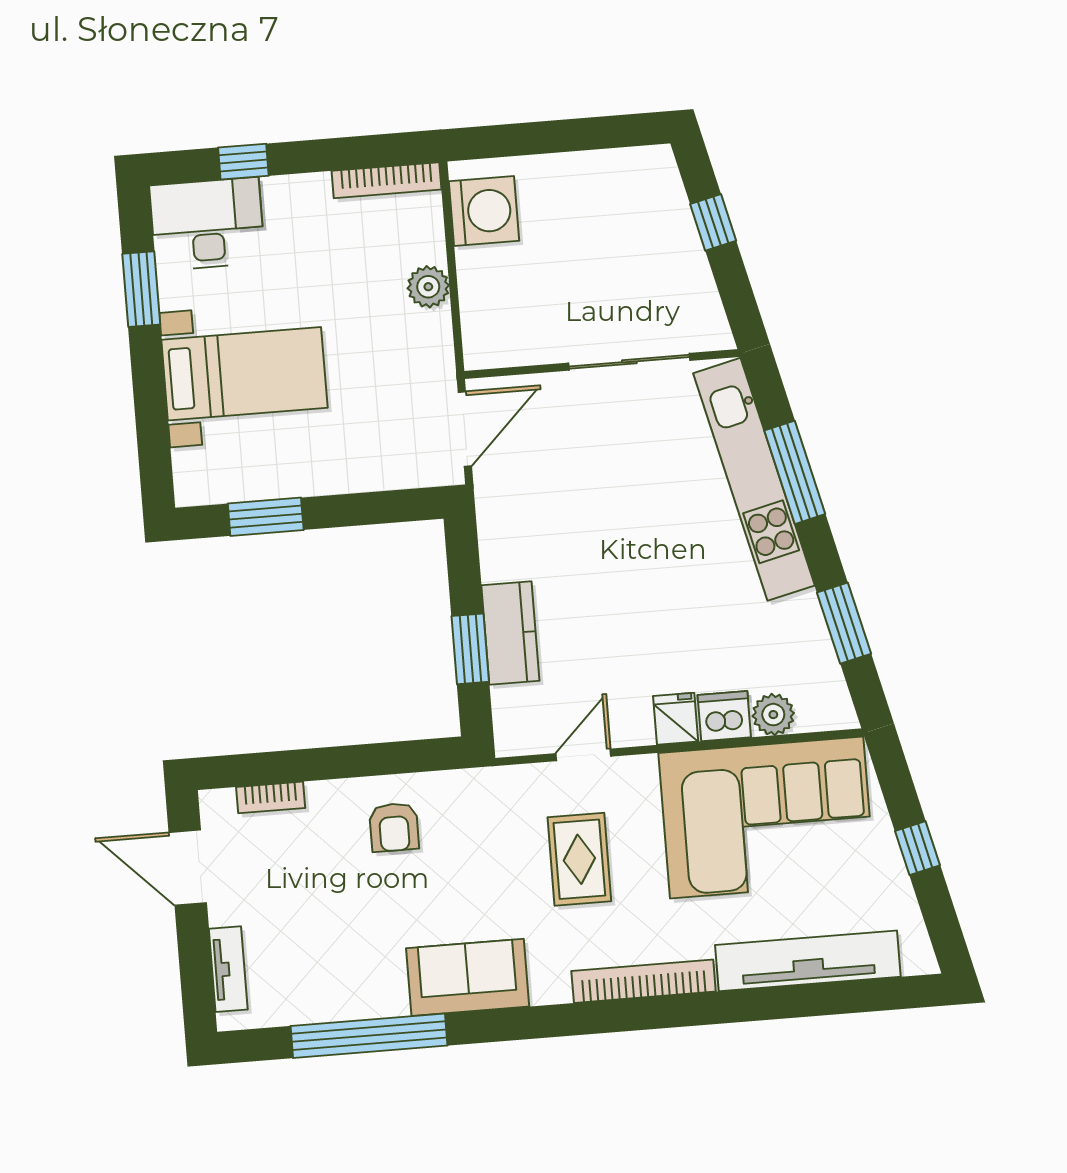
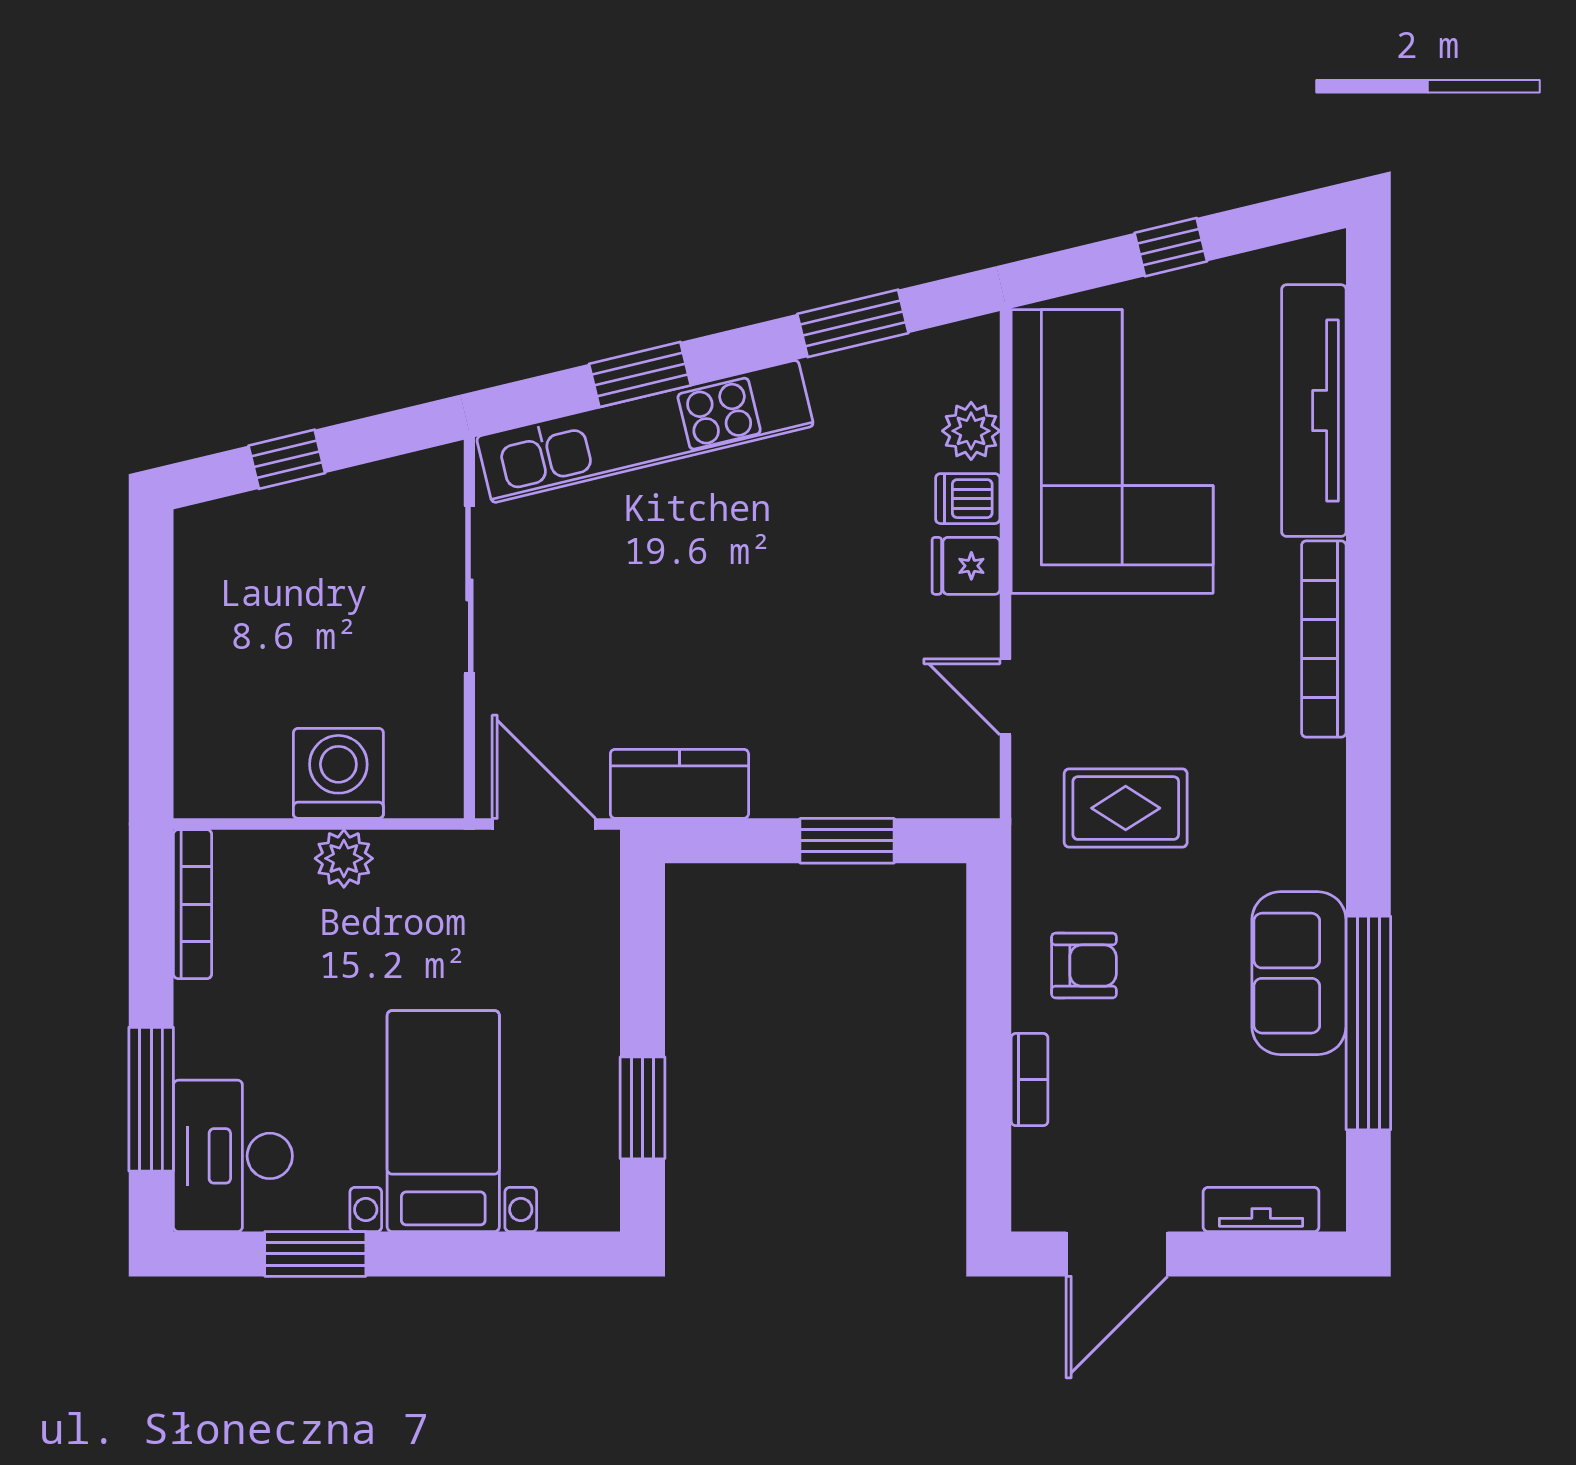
window: (243, 162) -> (151, 1099), width x2.17
washing machine: (484, 211) -> (338, 773), moved
window: (795, 472) -> (640, 375), width x0.69
kitchen counter: (510, 633) -> (679, 784), moved
dishwasher: (724, 716) -> (968, 499), width x0.73
bookcase: (271, 797) -> (1029, 1080), moved
rug: (579, 859) -> (1126, 808), moved
sofa: (468, 977) -> (1299, 973), moved

